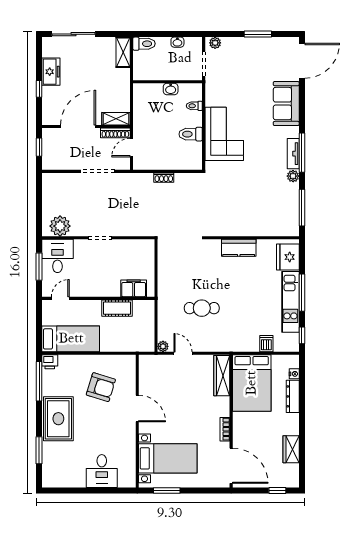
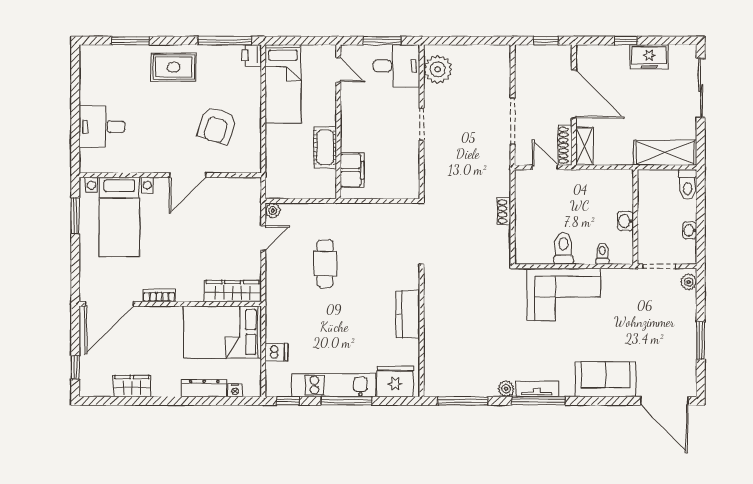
shelving: (123, 52) -> (665, 153), width x1.50, depth x1.33
rug: (58, 419) -> (174, 67), width x0.73, depth x0.70

